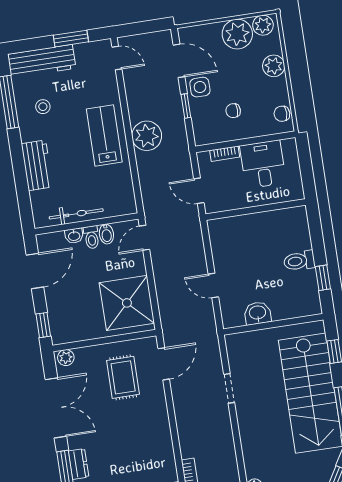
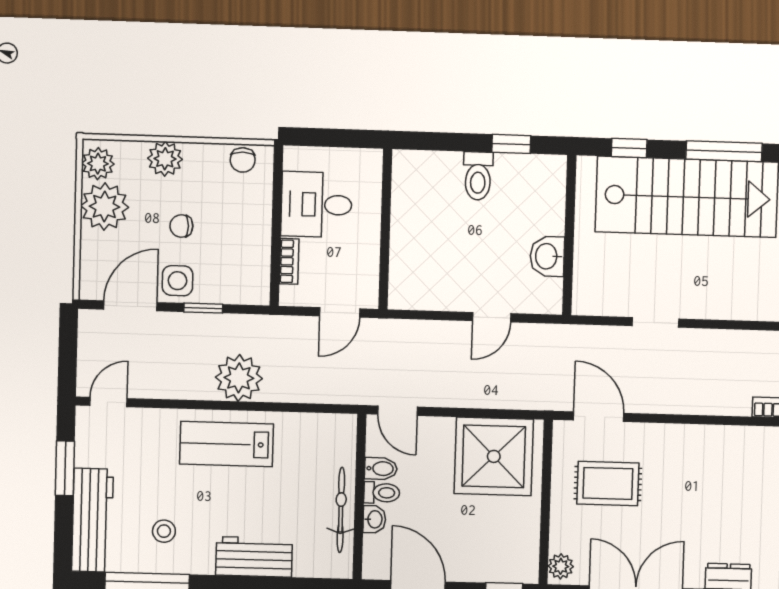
chair: (233, 111) -> (181, 226), moved, turned 90

